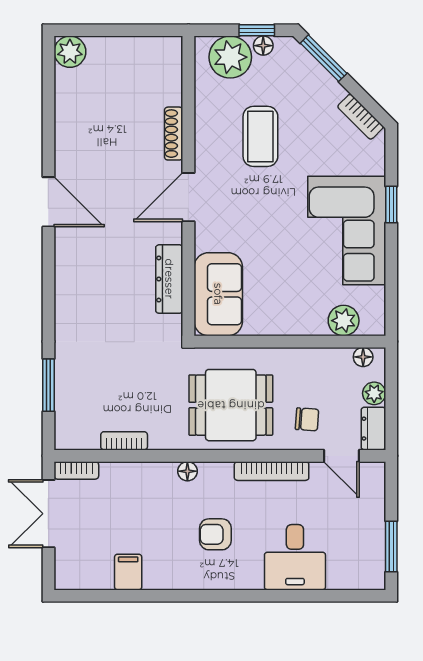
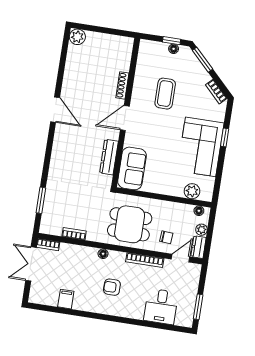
plant: (230, 57) -> (156, 52), removed
door: (341, 456) -> (180, 258), swing flipped
desk: (295, 557) -> (161, 306), moved

